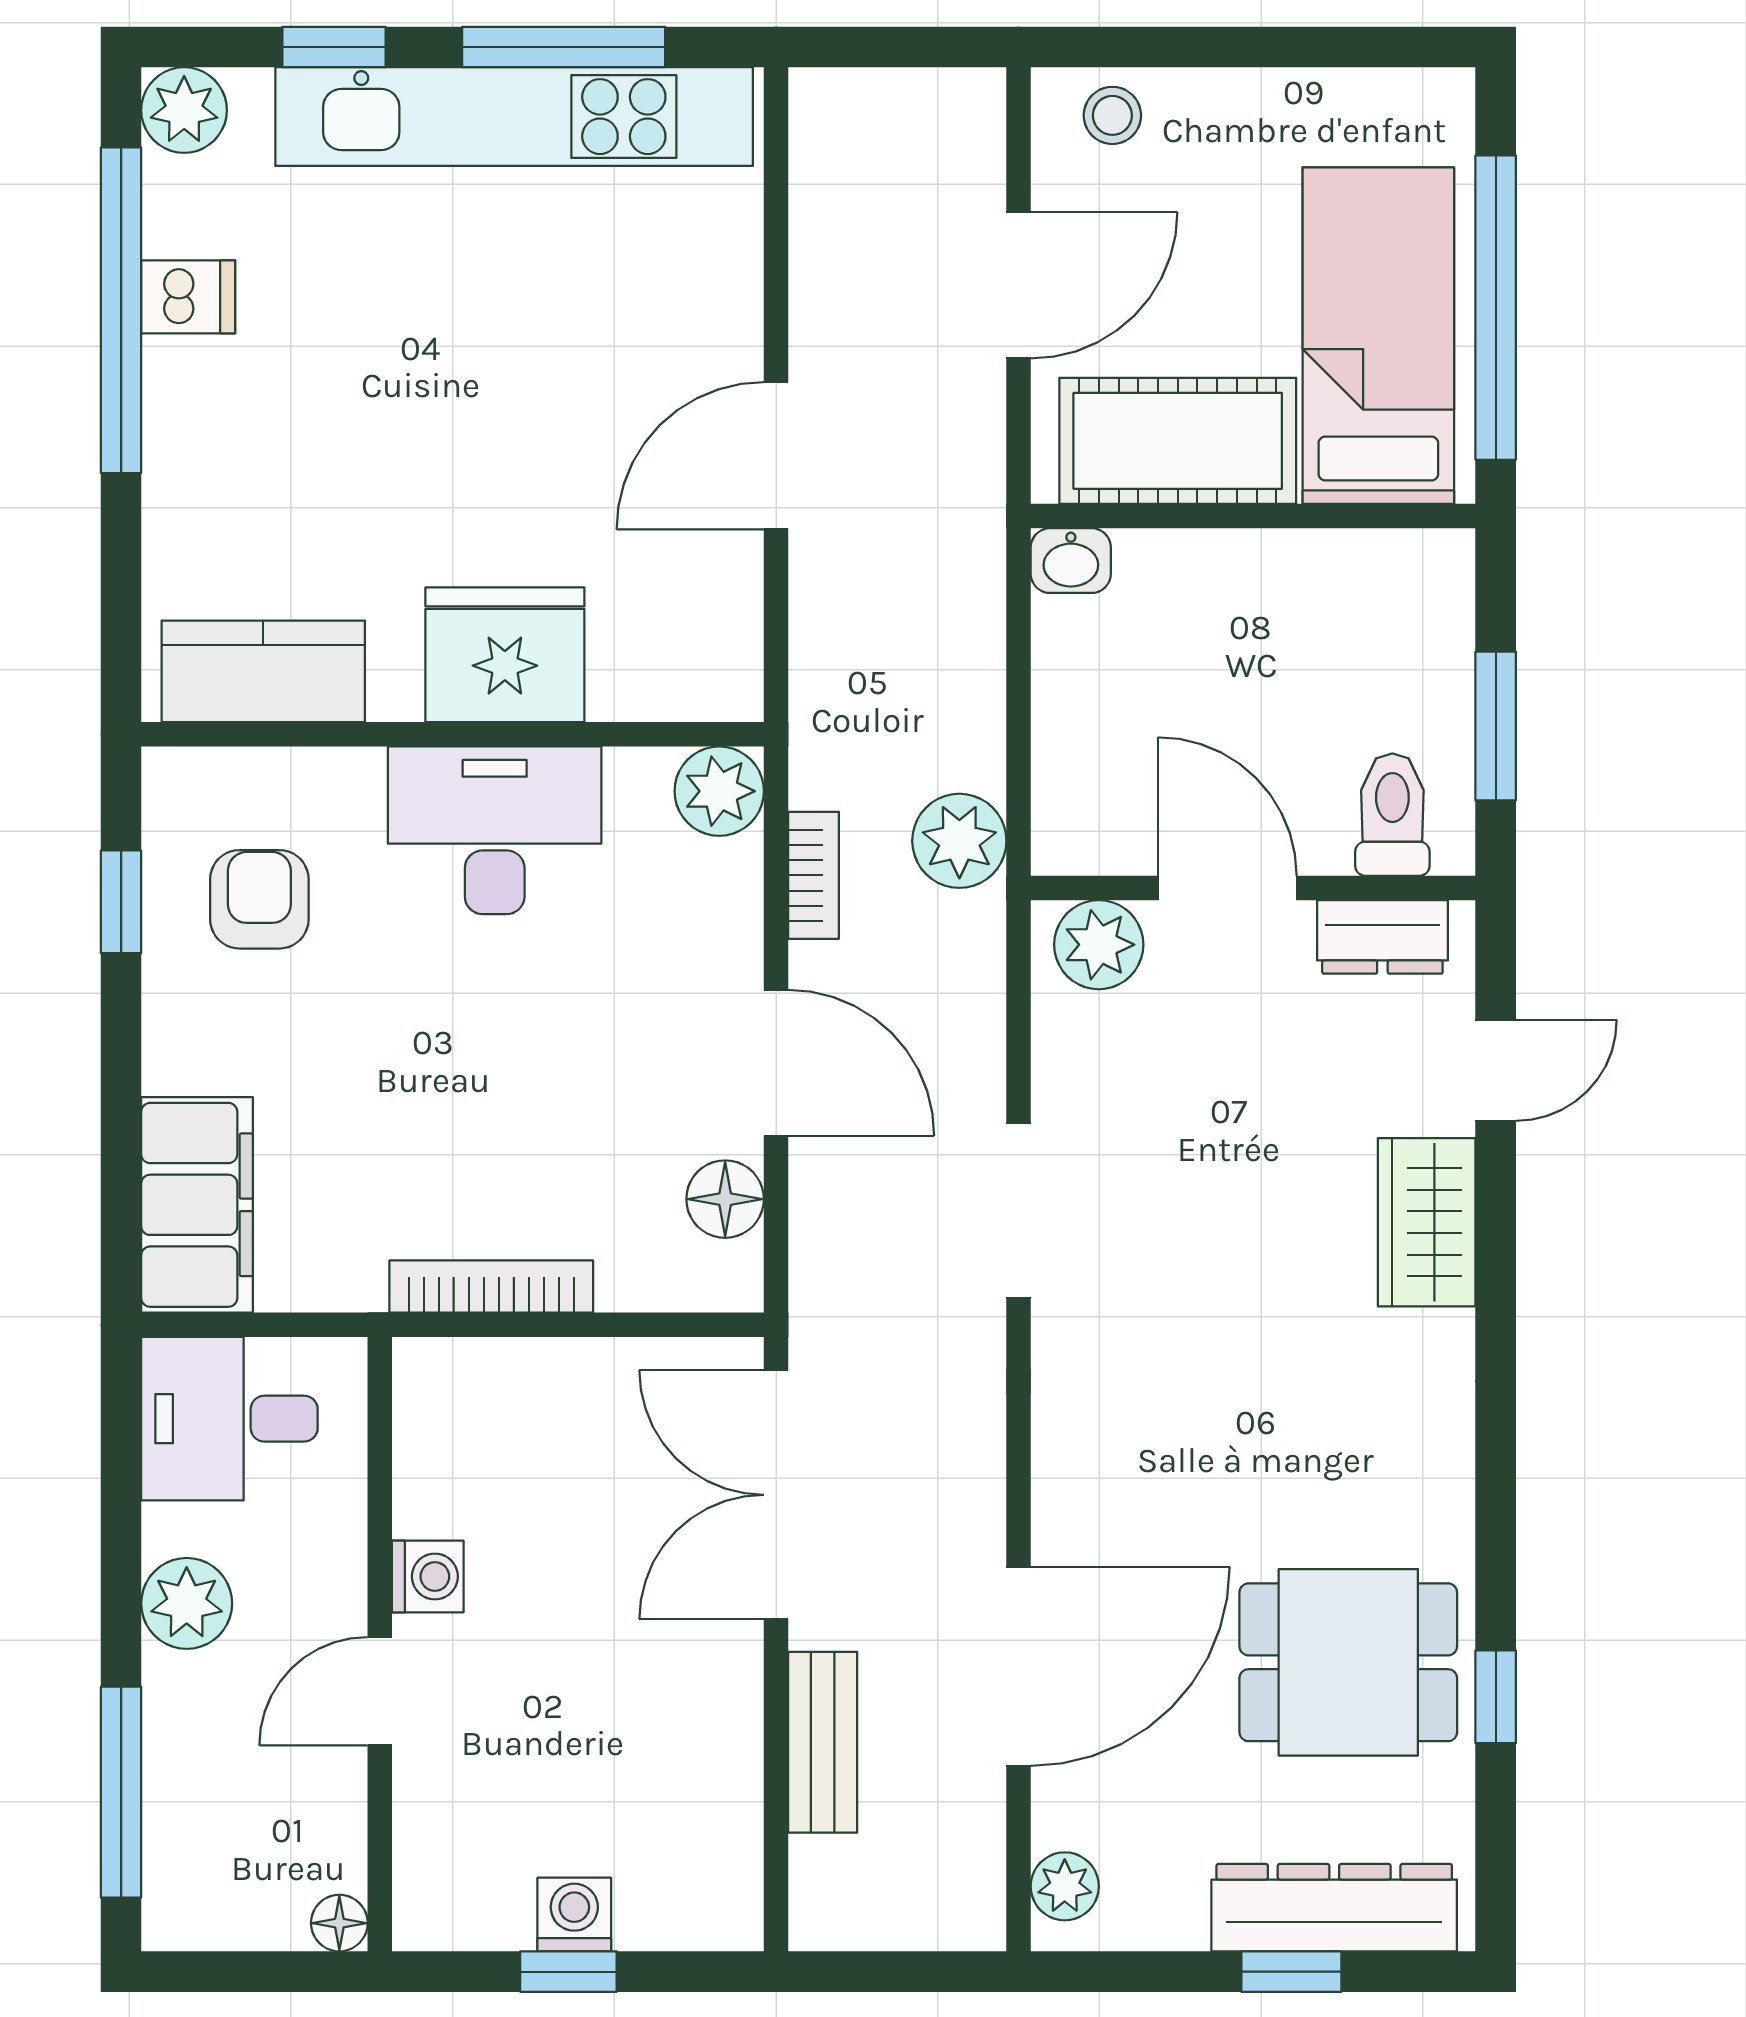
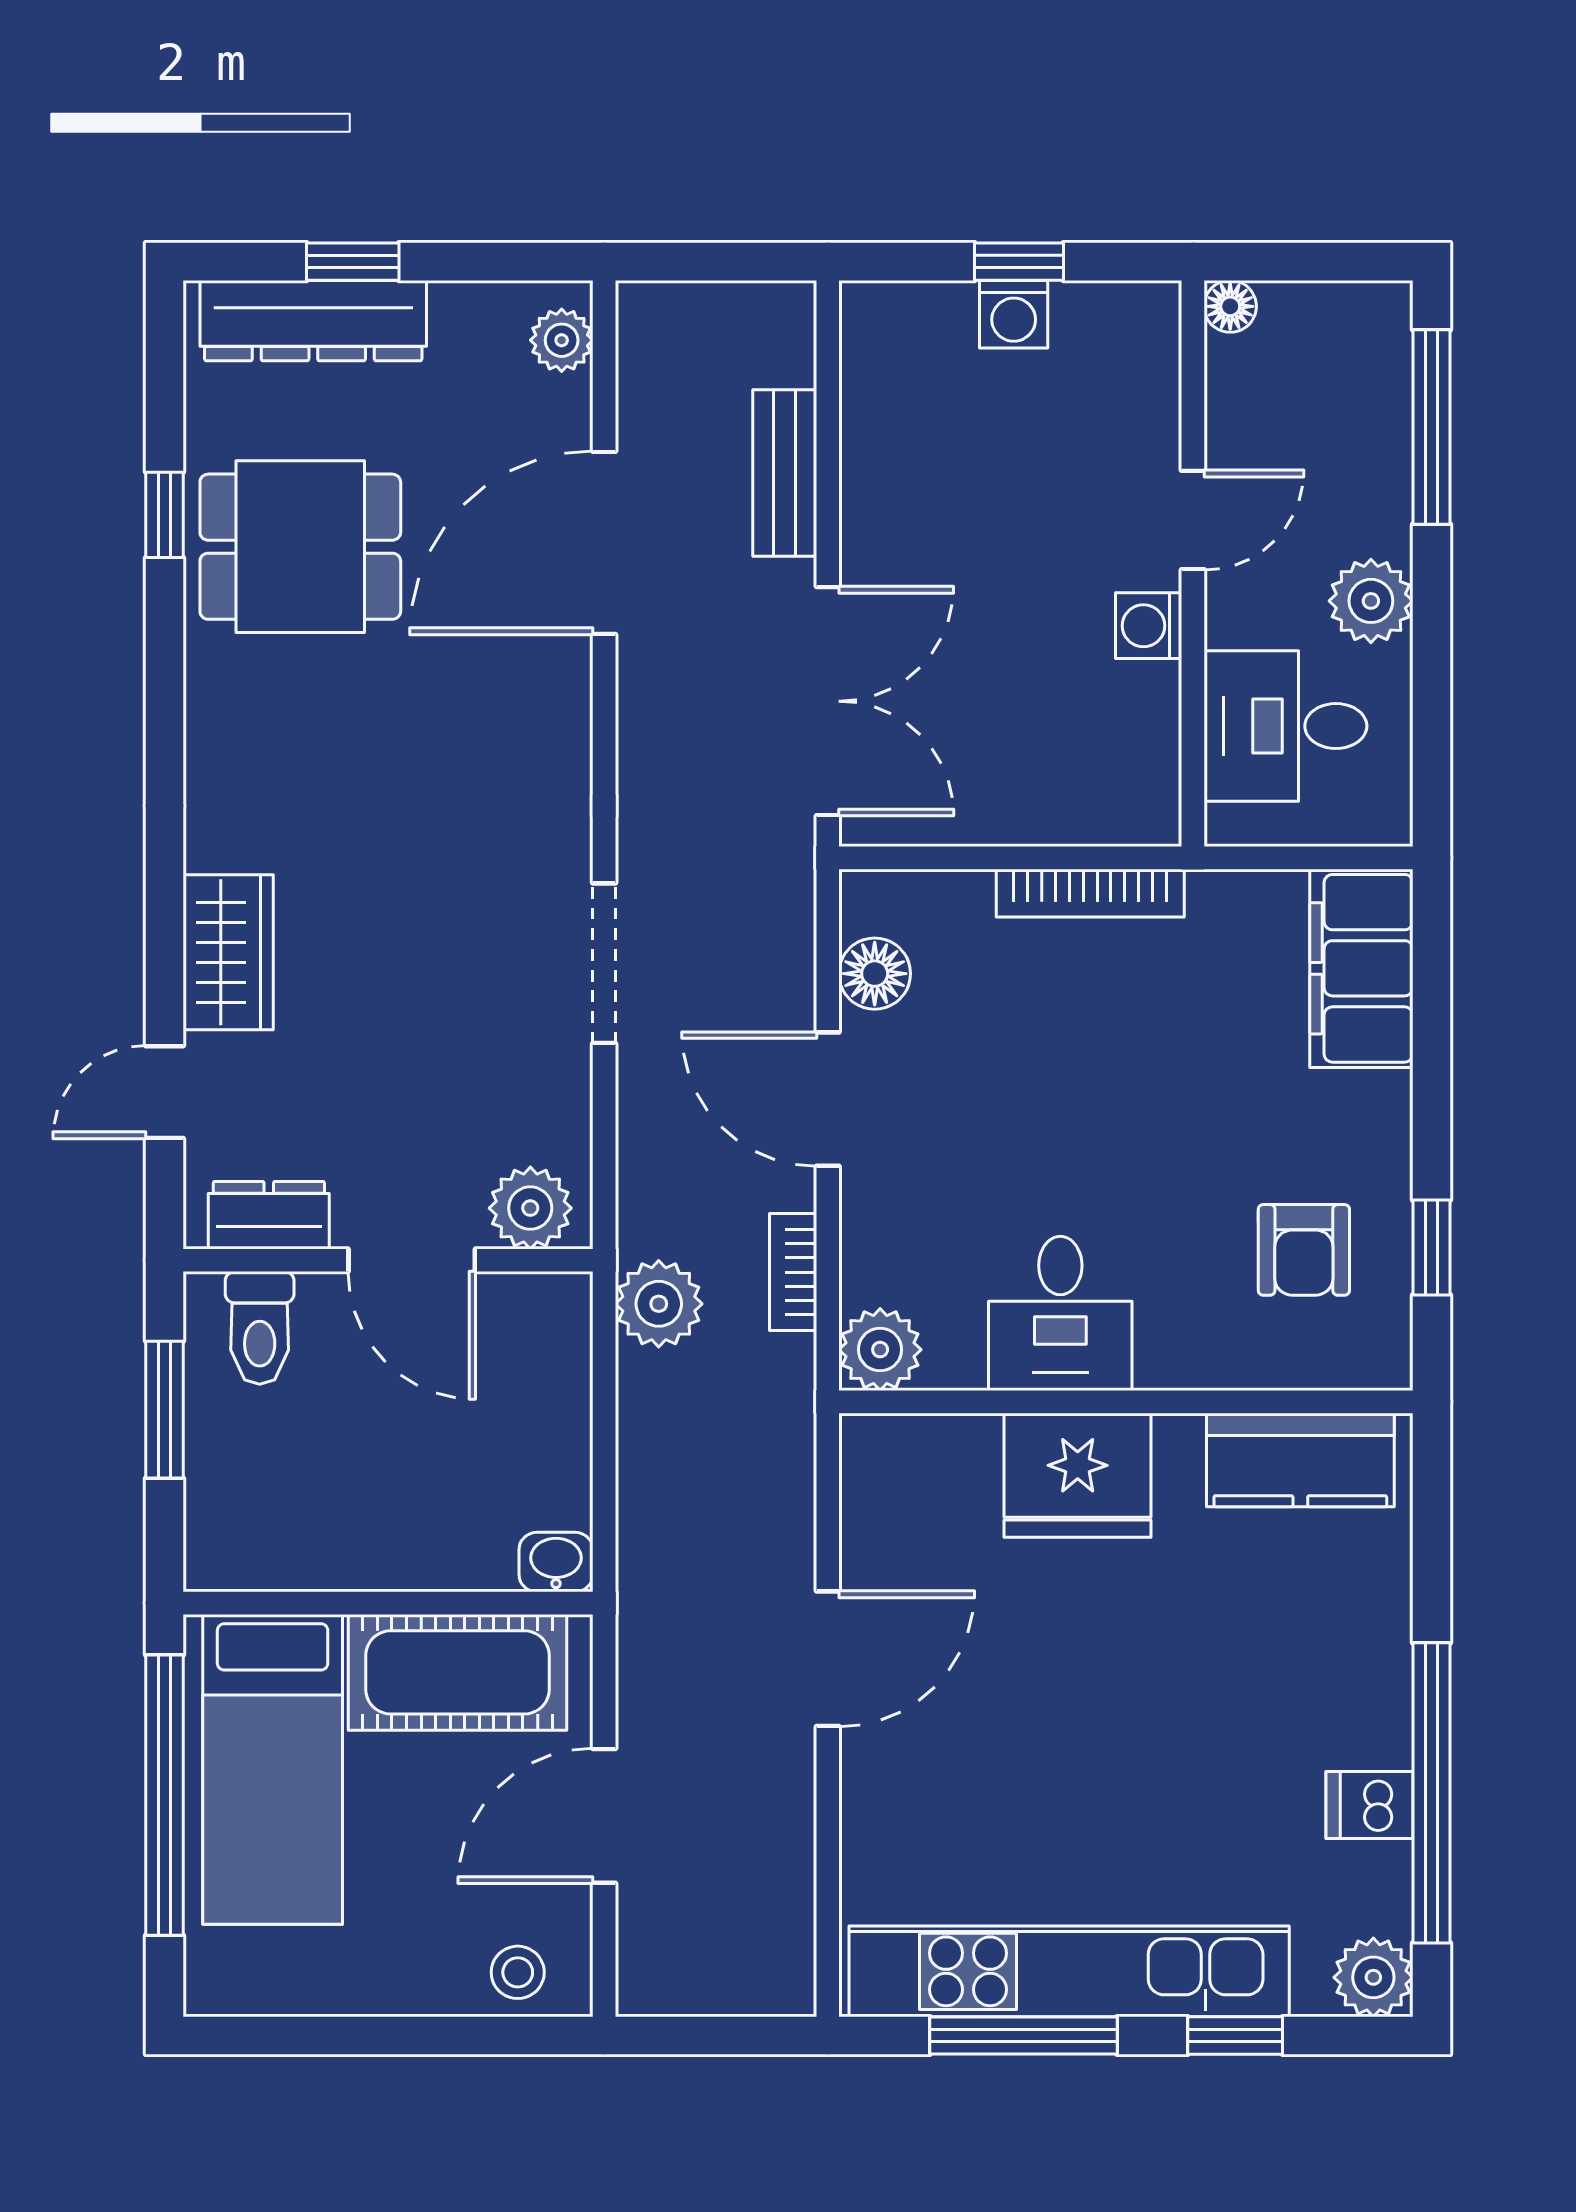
desk: (495, 830) -> (1060, 1313), width x0.73
desk: (229, 1419) -> (1285, 726), moved, turned 180

